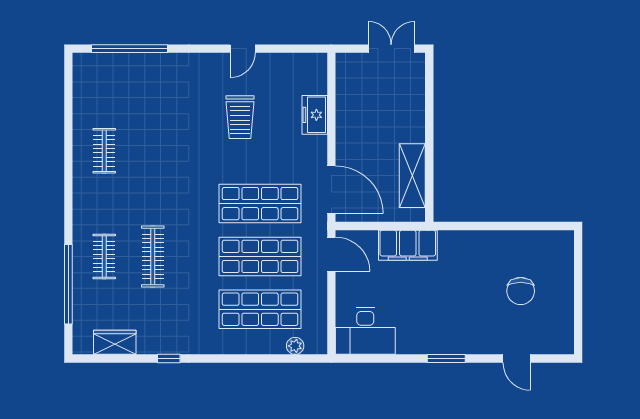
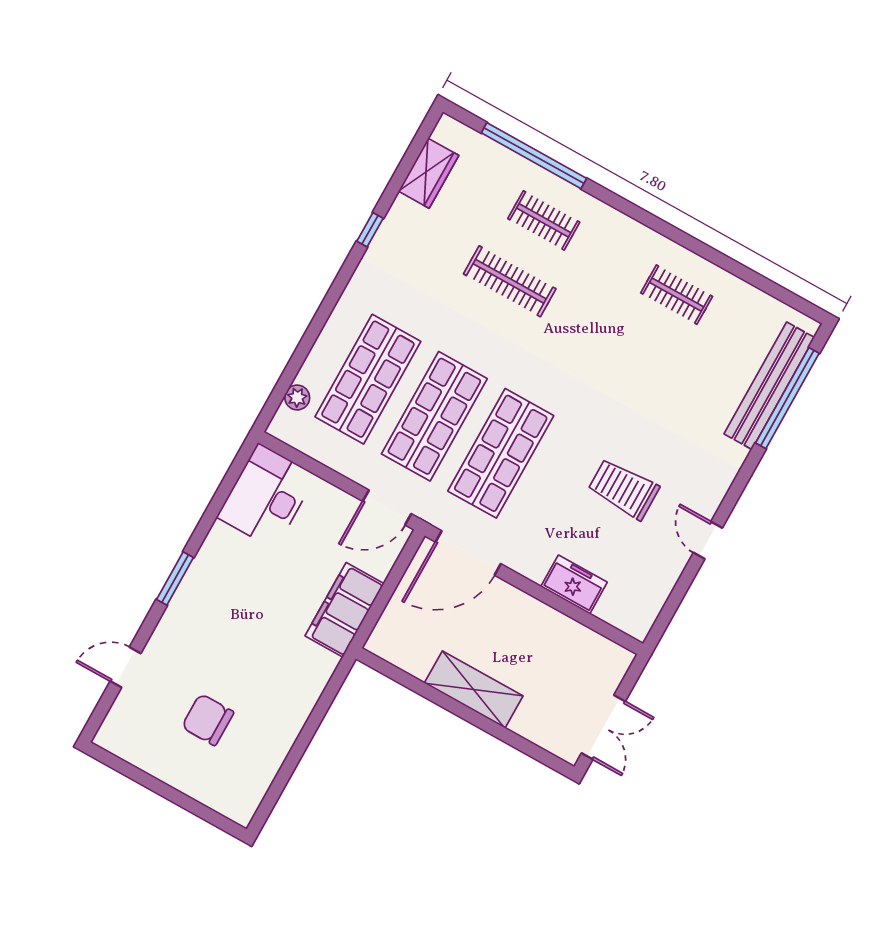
bench: (128, 64) -> (769, 386), added
shelving: (412, 176) -> (474, 690), moved

